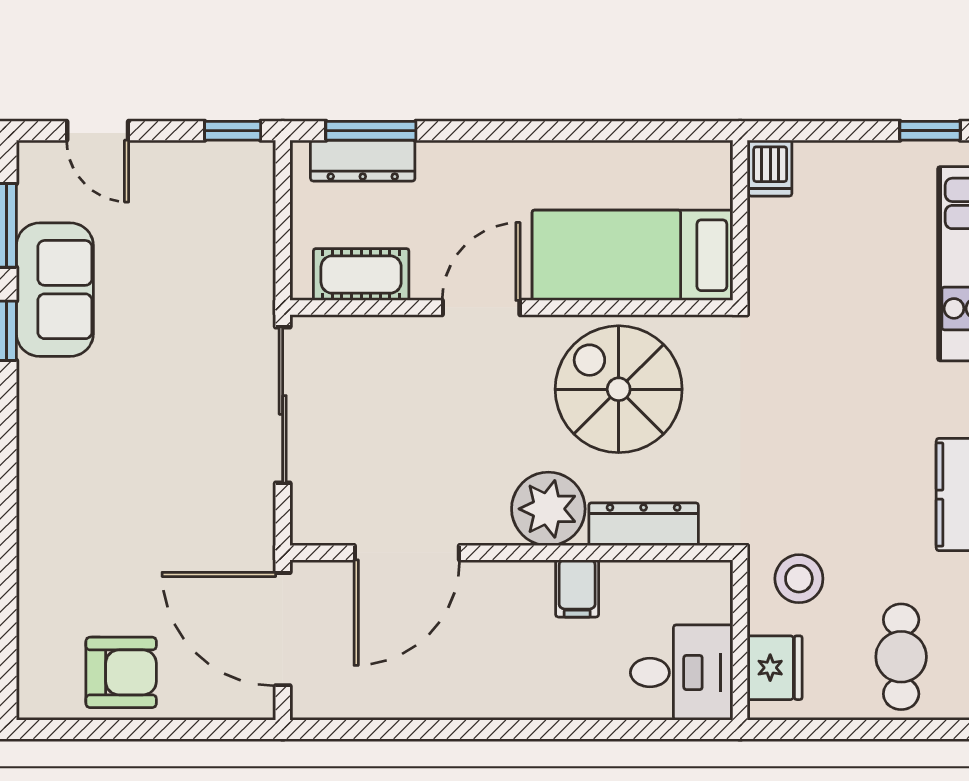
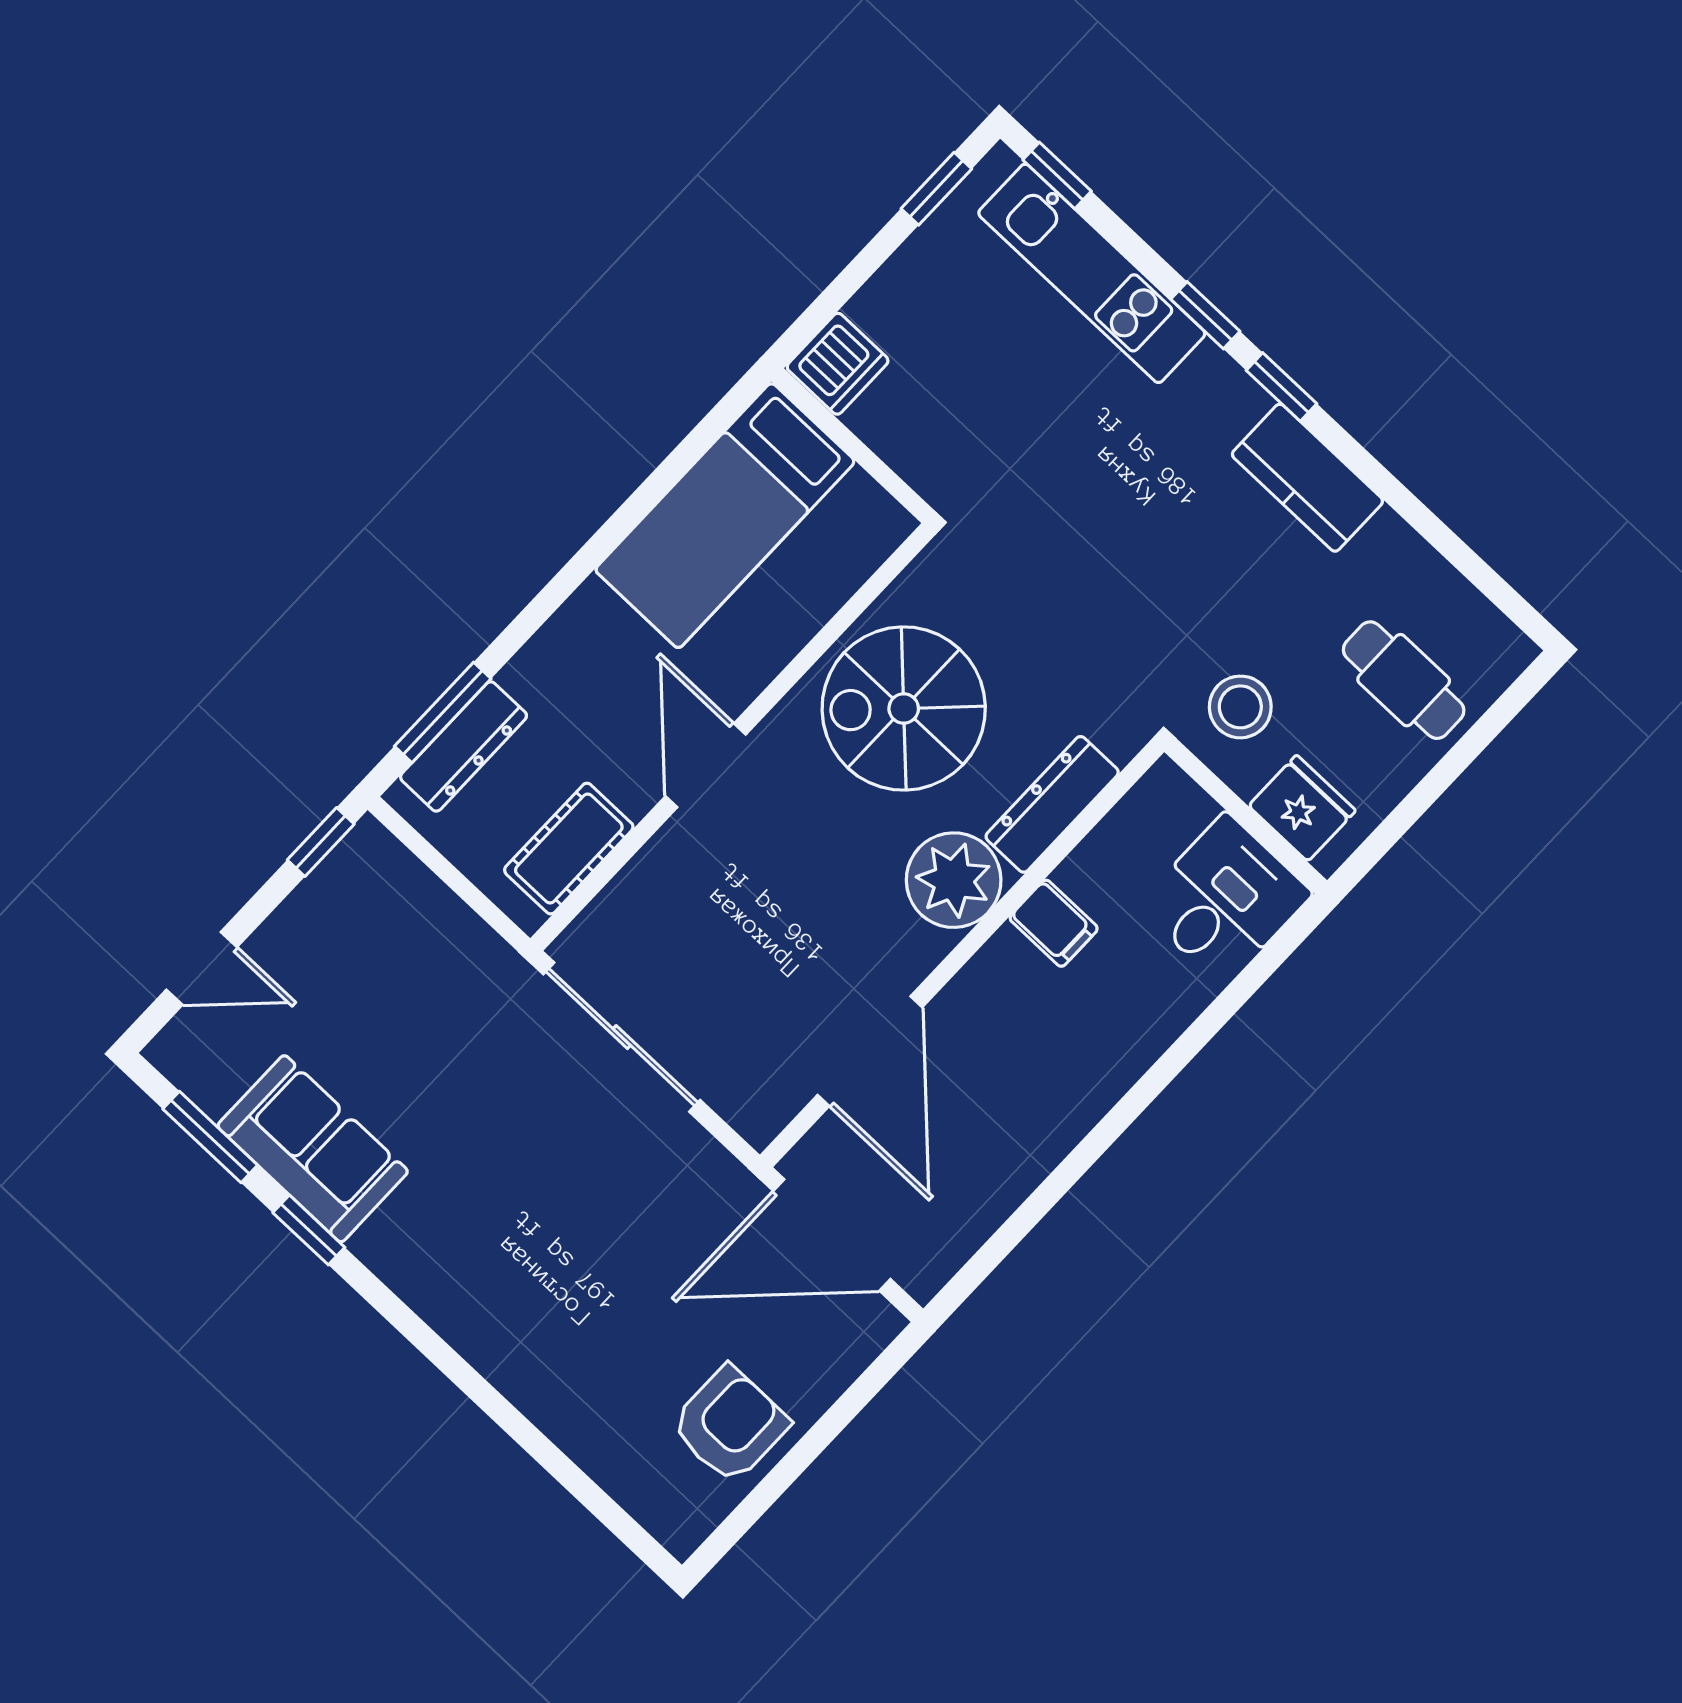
dishwasher: (770, 168) -> (838, 364), width x1.38
bed: (633, 255) -> (725, 516), moved

